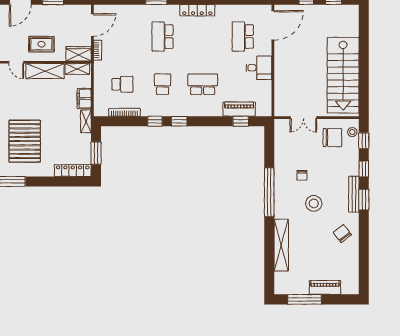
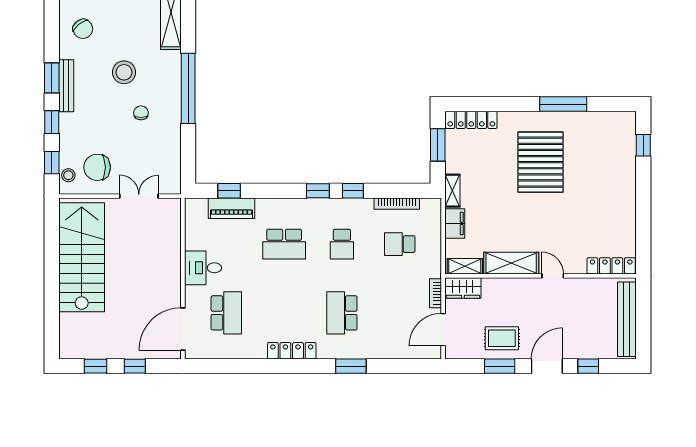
school desk: (163, 37) -> (342, 313), turned 180
rug: (41, 44) -> (502, 338), moved

